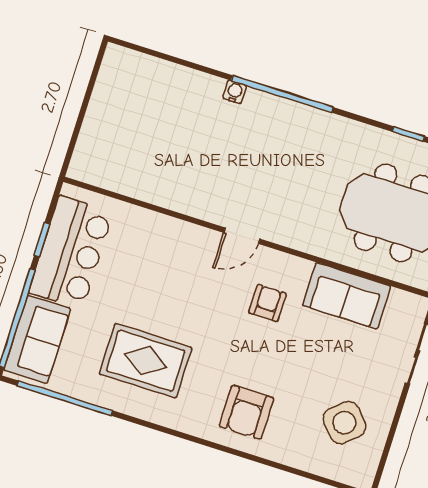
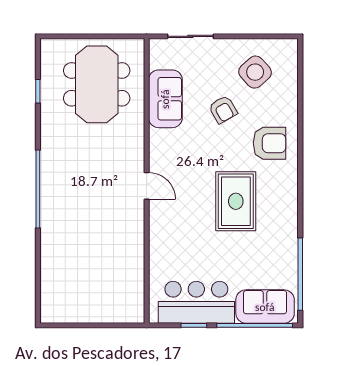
water cooler: (235, 92) -> (47, 223), removed
armchair: (268, 303) -> (223, 109), moved, turned -120
rug: (146, 361) -> (236, 201), moved

